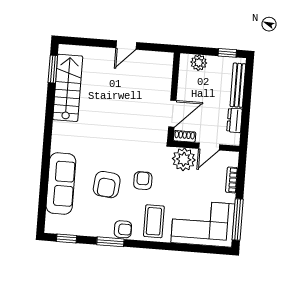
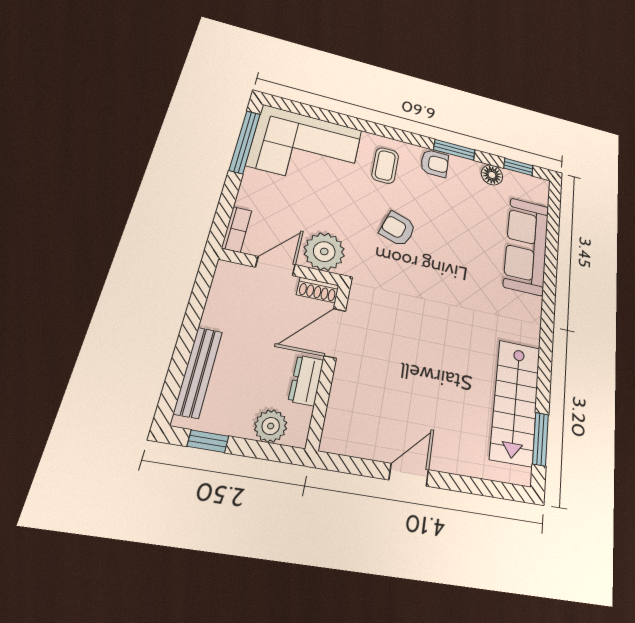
dresser: (235, 120) -> (306, 380), moved, turned 180
bookcase: (232, 180) -> (237, 229), moved
armchair: (143, 181) -> (398, 229), turned 108
armchair: (107, 185) -> (456, 232), removed
coffee table: (154, 221) -> (385, 165), width x0.73, depth x0.77
floor lamp: (85, 229) -> (492, 175), added
armchair: (123, 229) -> (435, 163), turned 180

